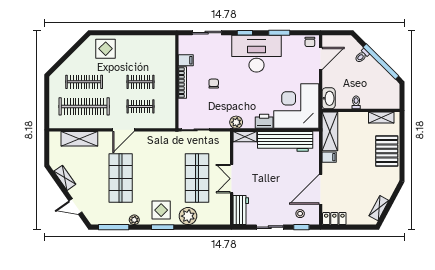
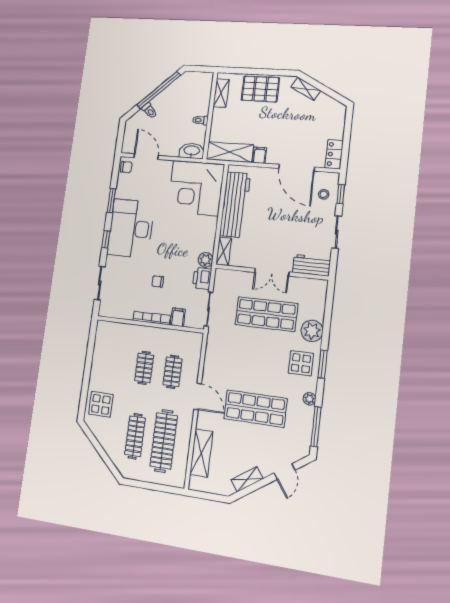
filing cabinet: (186, 60) -> (178, 317), moved
printer: (264, 121) -> (202, 278), moved
shelving: (379, 208) -> (306, 89), moved

